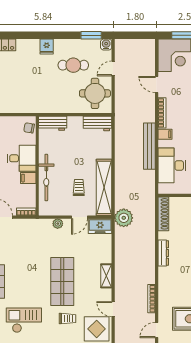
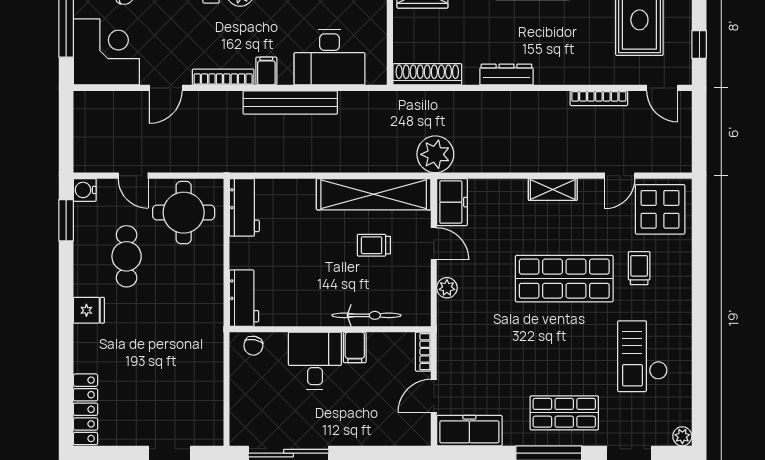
bicycle: (46, 178) -> (366, 315), width x0.73, depth x0.71

